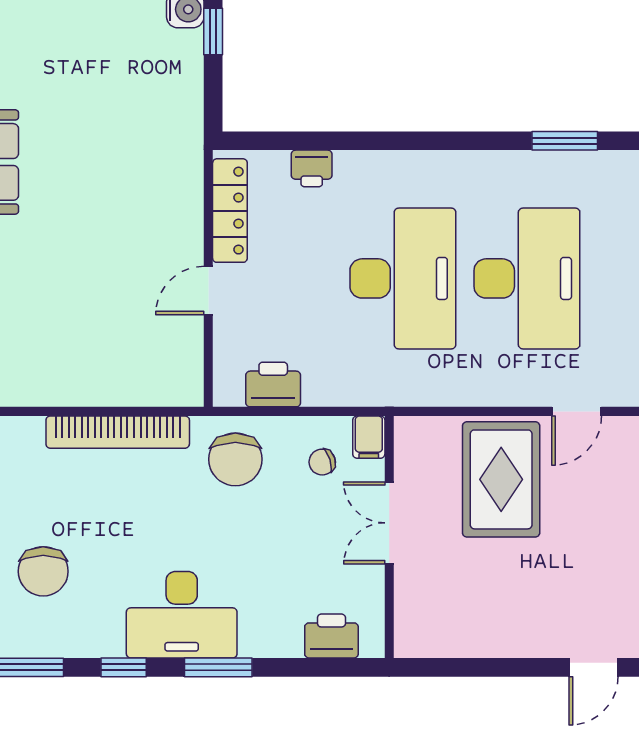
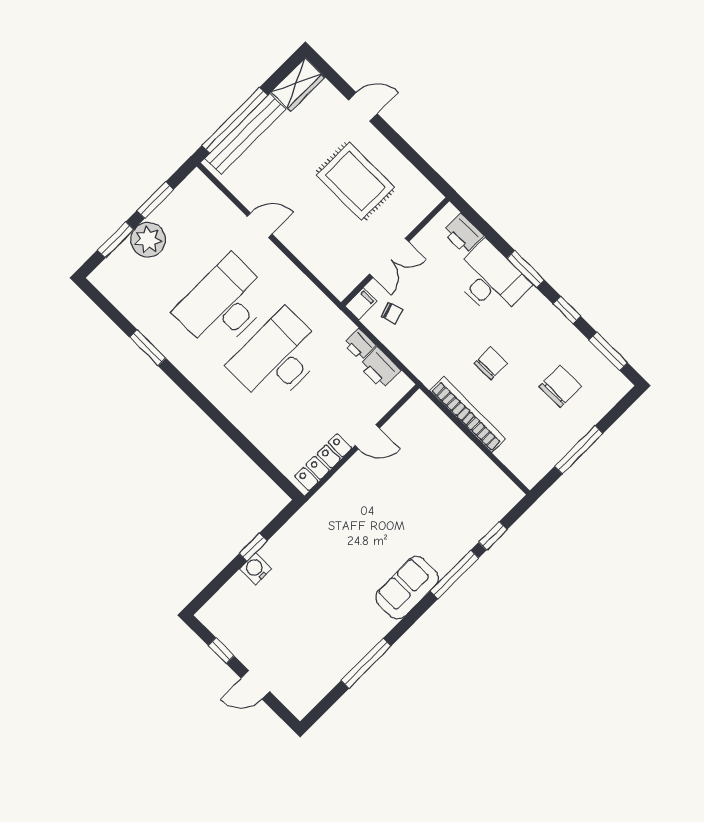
printer: (312, 168) -> (360, 344), moved, turned 180
chair: (235, 459) -> (491, 363), moved, width x0.73, depth x0.73
rug: (501, 479) -> (355, 181), moved, turned 90
desk: (182, 615) -> (491, 280), moved

